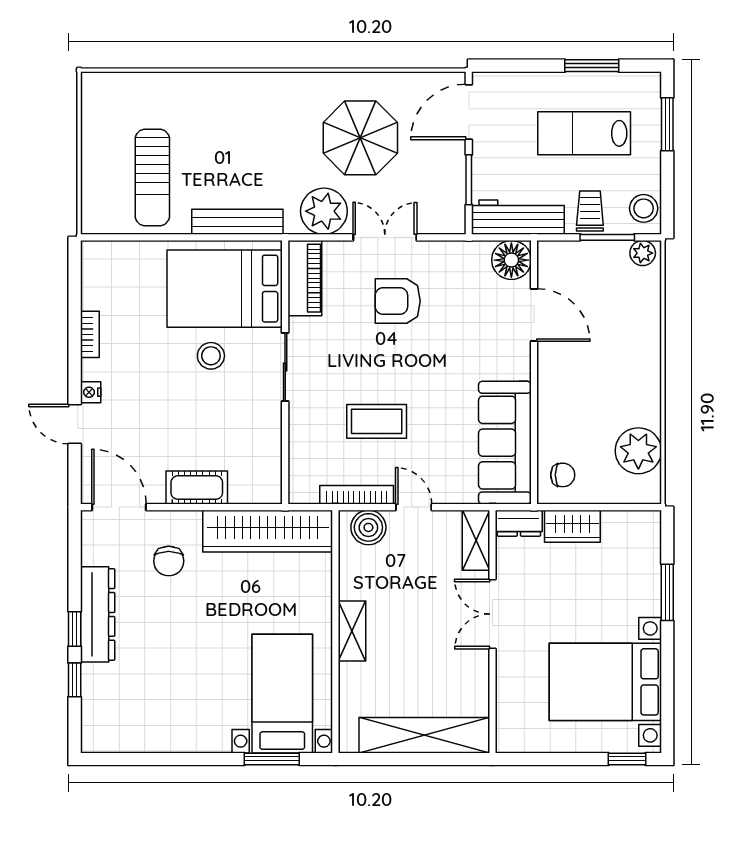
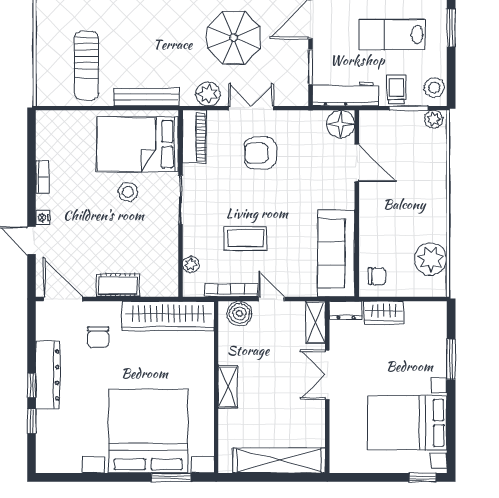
plant: (324, 211) -> (208, 94), width x0.73, depth x0.73
plant: (300, 458) -> (191, 264), added
bed with nightstands: (282, 694) -> (148, 431), width x1.85

